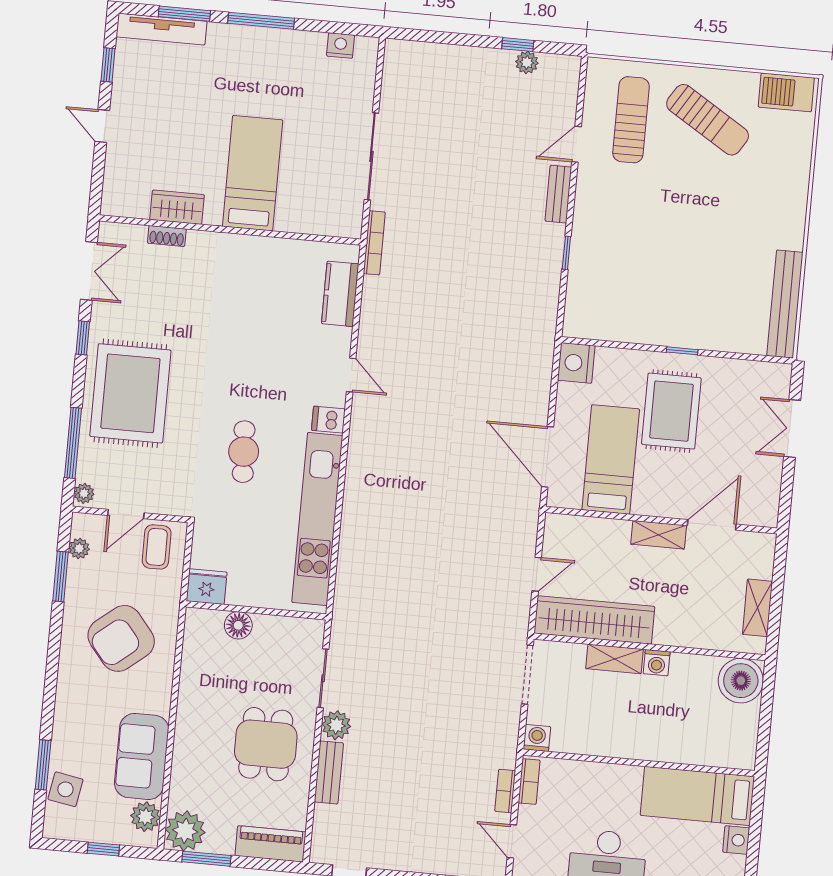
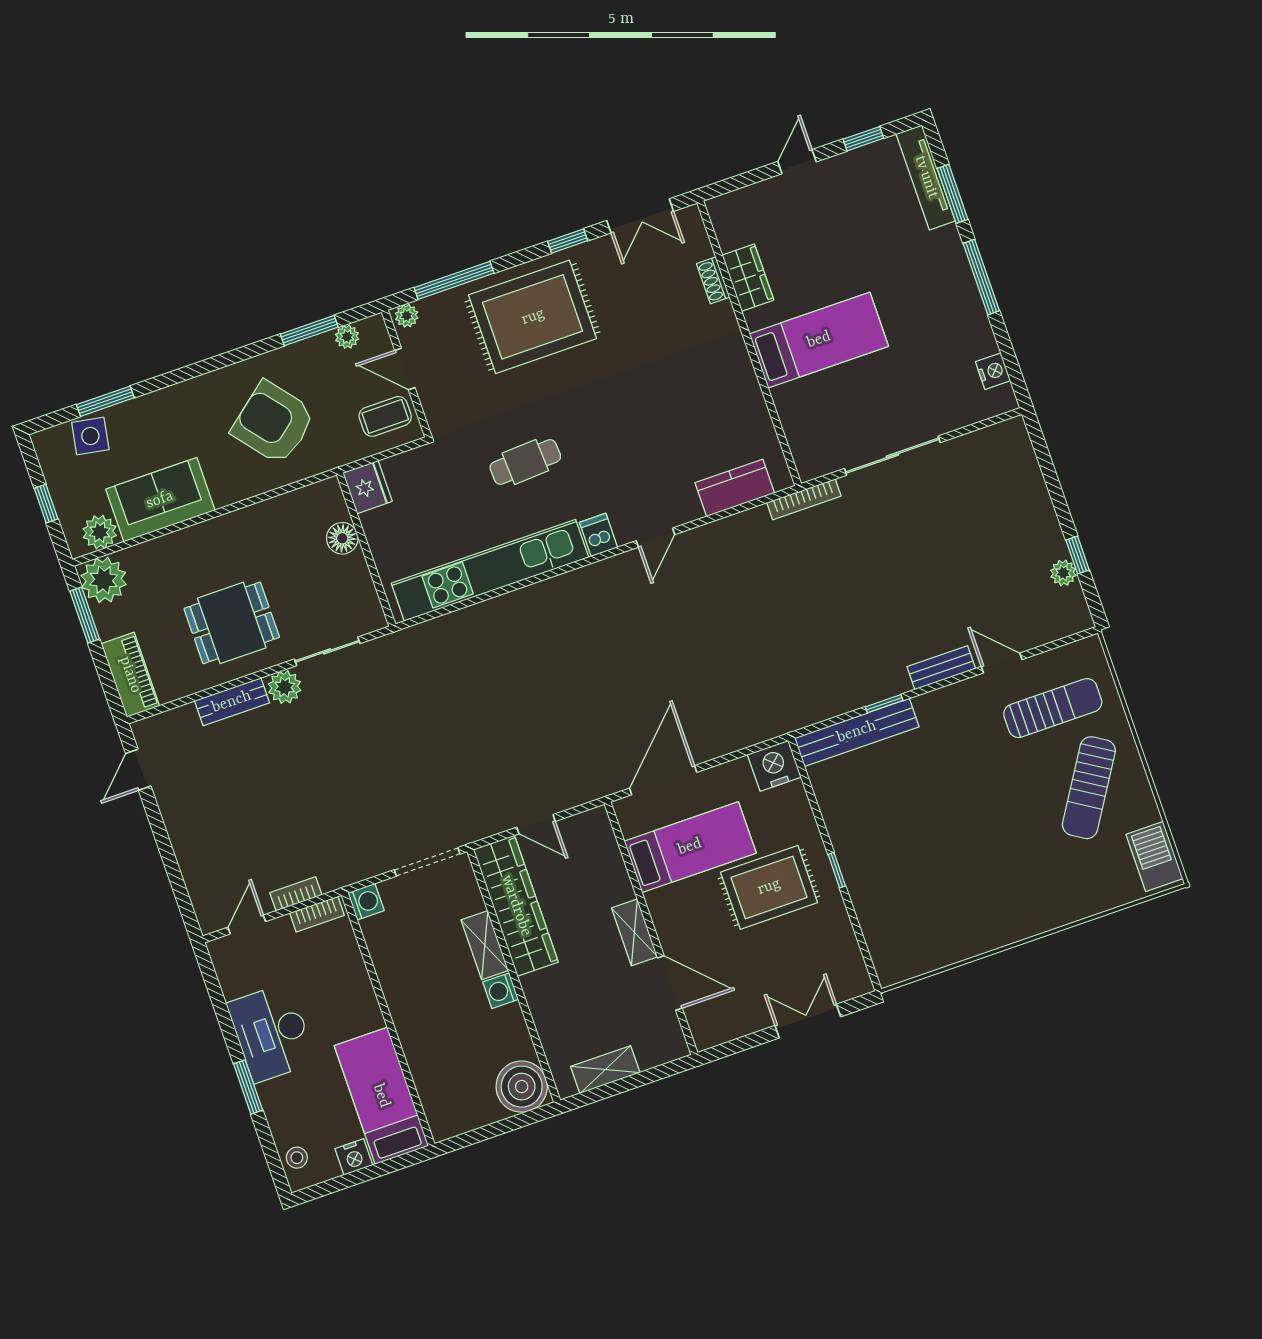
bench: (785, 304) -> (857, 732), moved

